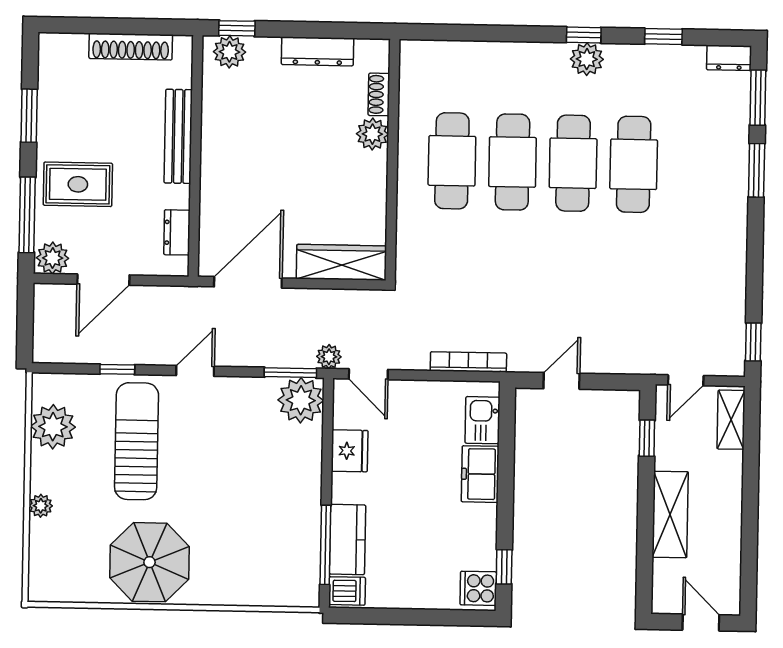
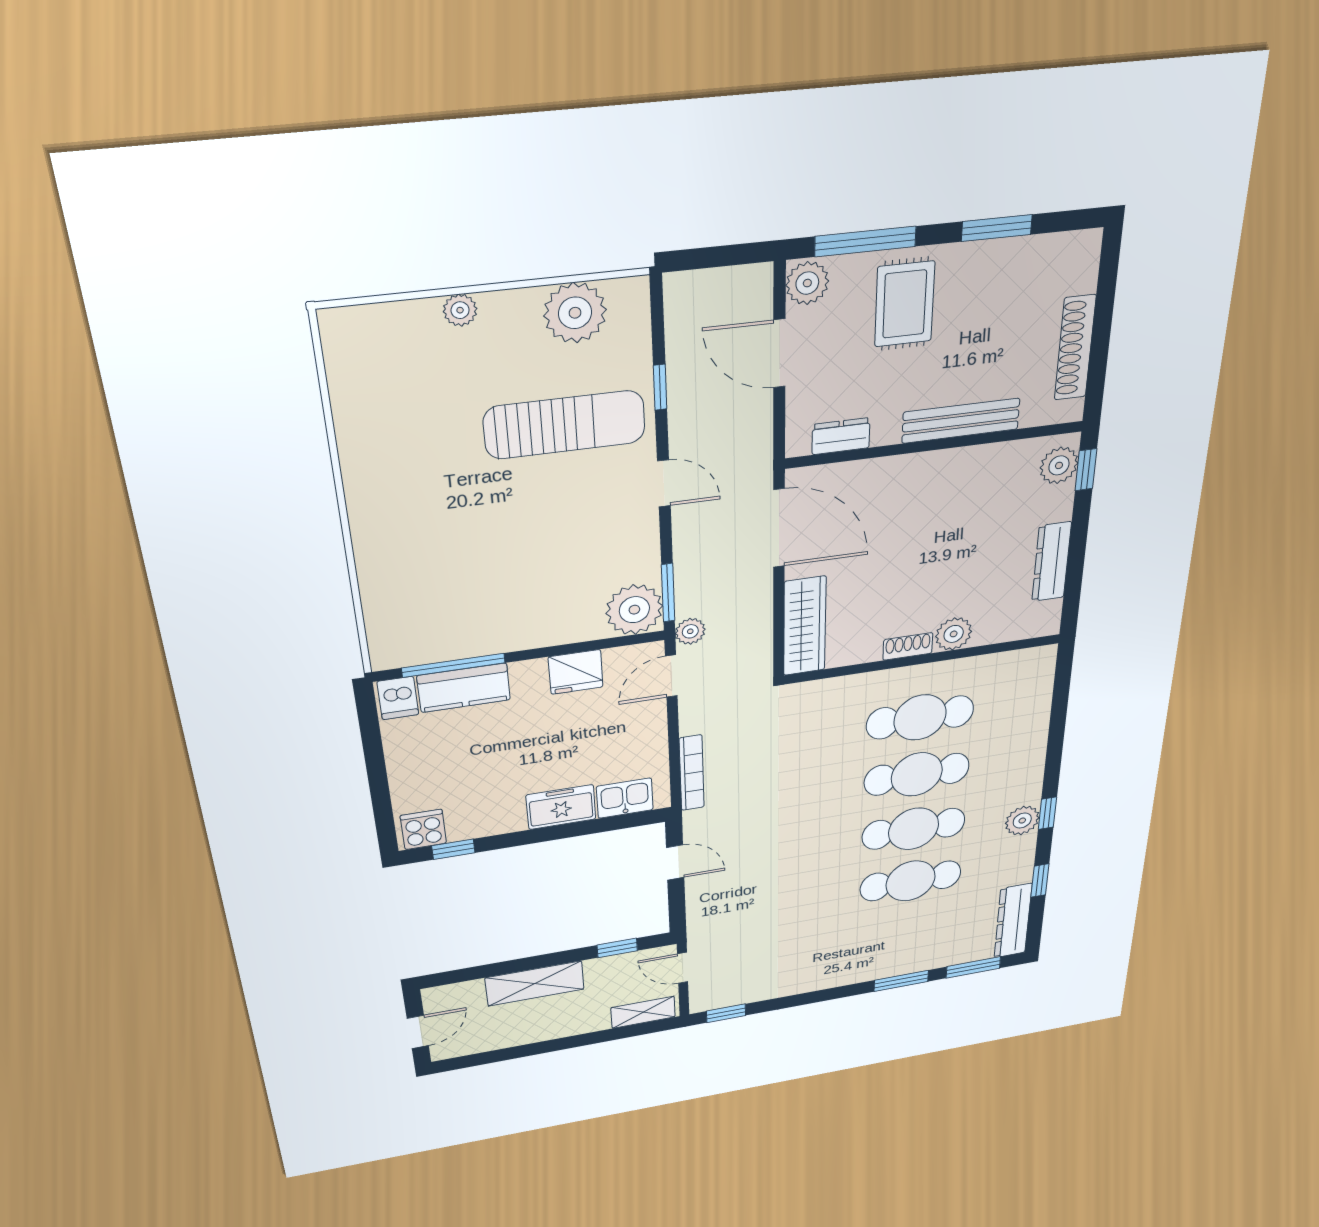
dresser: (729, 58) -> (1013, 921), width x1.96, depth x1.24
shoe rack: (379, 94) -> (908, 646), moved
parasol: (150, 562) -> (400, 464), removed

